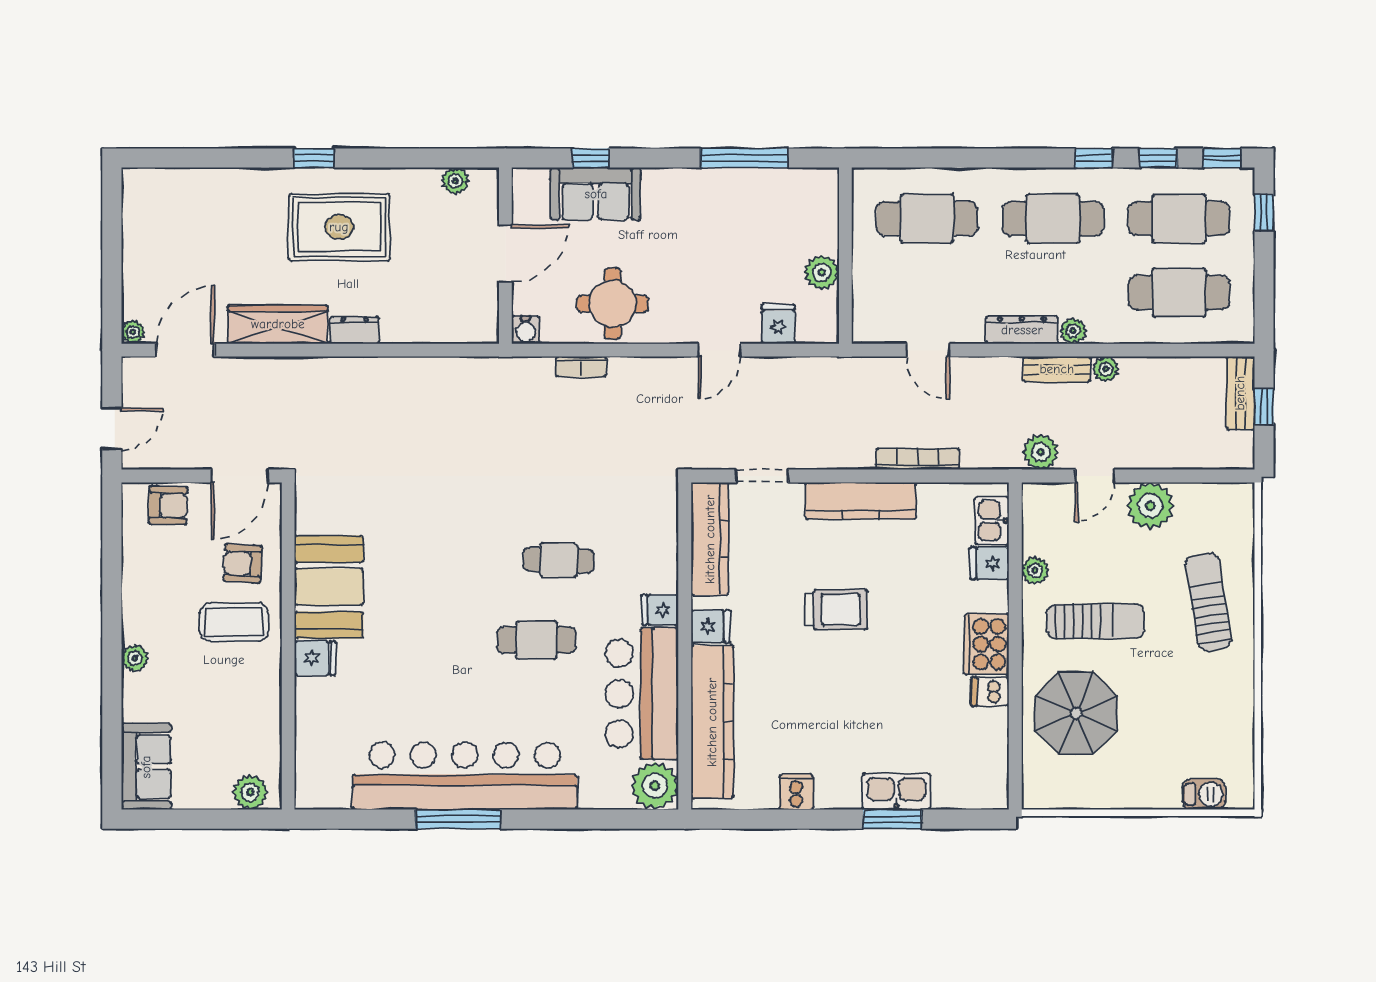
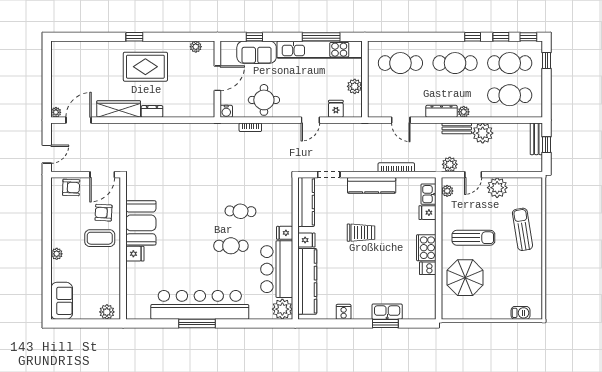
kitchen unit: (741, 188) -> (320, 50), added
plant: (1106, 369) -> (483, 133), width x1.88, depth x1.88
plant: (1035, 570) -> (447, 191), moved

